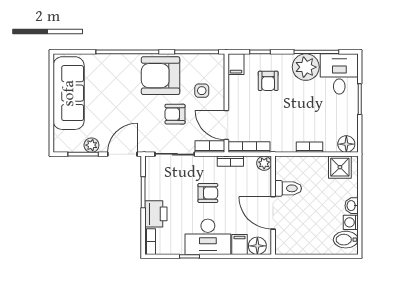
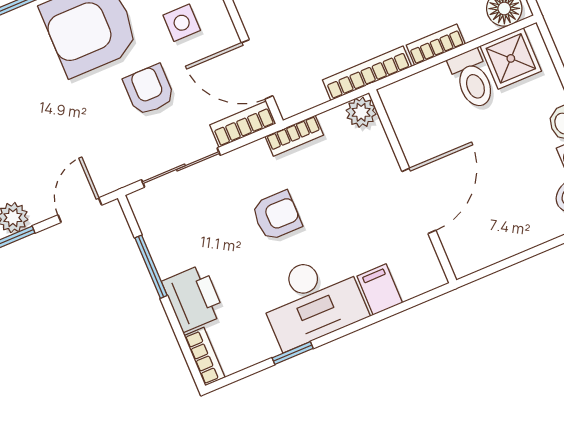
armchair: (175, 114) -> (149, 90), turned 90
bookcase: (249, 147) -> (367, 73), moved
door: (122, 154) -> (80, 210), width x0.73
toilet: (288, 188) -> (472, 79), moved, turned 90
door: (273, 213) -> (419, 201), swing flipped
floor lamp: (257, 246) -> (415, 277), removed

